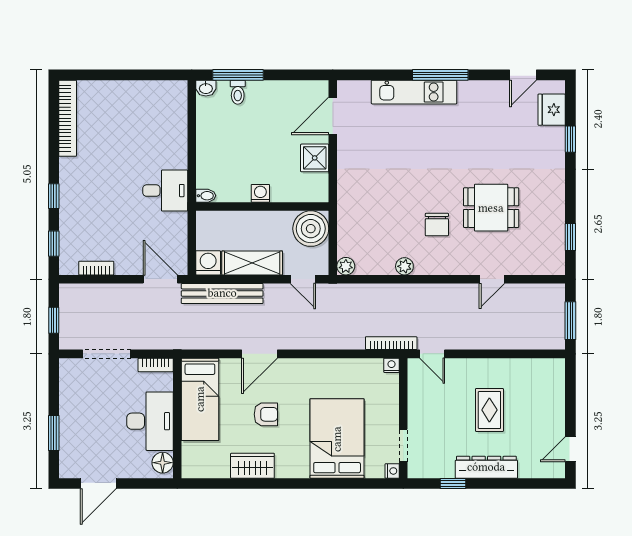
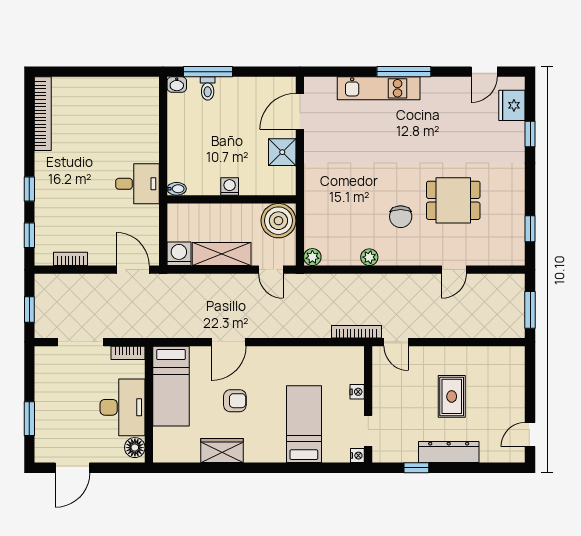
bench: (222, 293) -> (193, 284), removed
nightstand: (391, 365) -> (357, 392), moved, turned 90
bed: (337, 439) -> (304, 424), width x0.67

